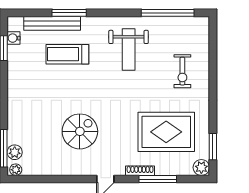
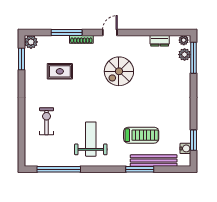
spiral stairs: (80, 131) -> (119, 71), moved
rug: (166, 132) -> (60, 71), width x0.54, depth x0.49
dresser: (45, 169) -> (160, 41), added

